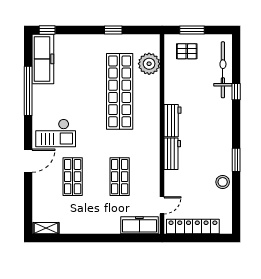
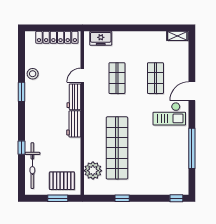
pallet: (187, 51) -> (62, 181), width x1.50, depth x1.42
freezer: (43, 59) -> (180, 174), removed
checkout: (56, 133) -> (169, 114), turned 180
door: (162, 205) -> (82, 75), moved
freezer: (139, 225) -> (101, 38), width x0.71

